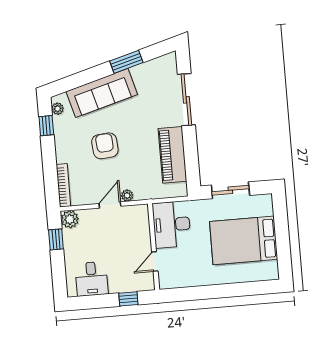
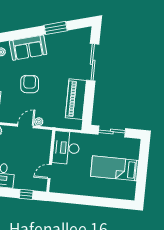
sofa: (102, 93) -> (28, 48), width x0.73
bed: (244, 240) -> (115, 168), width x0.67

